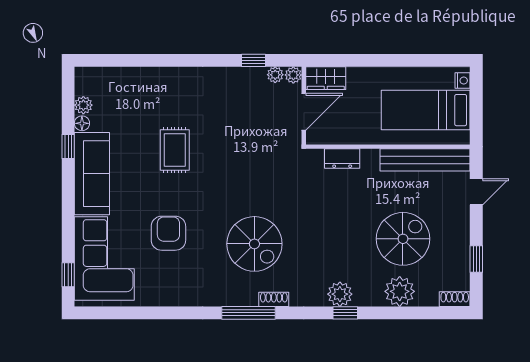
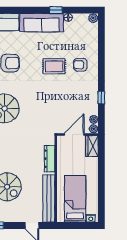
window: (254, 60) -> (101, 97), moved
armchair: (172, 100) -> (80, 65), added
plant: (83, 105) -> (93, 18), moved
door: (304, 112) -> (74, 134), swing flipped
dresser: (342, 159) -> (50, 159), width x1.44

